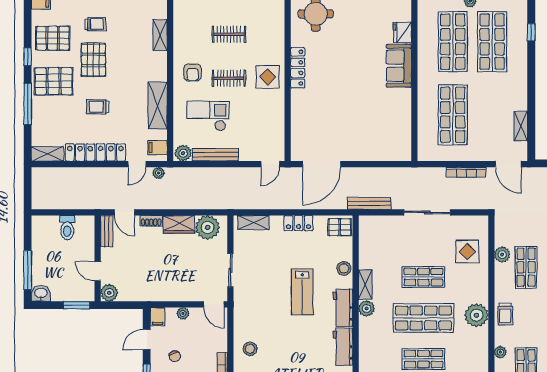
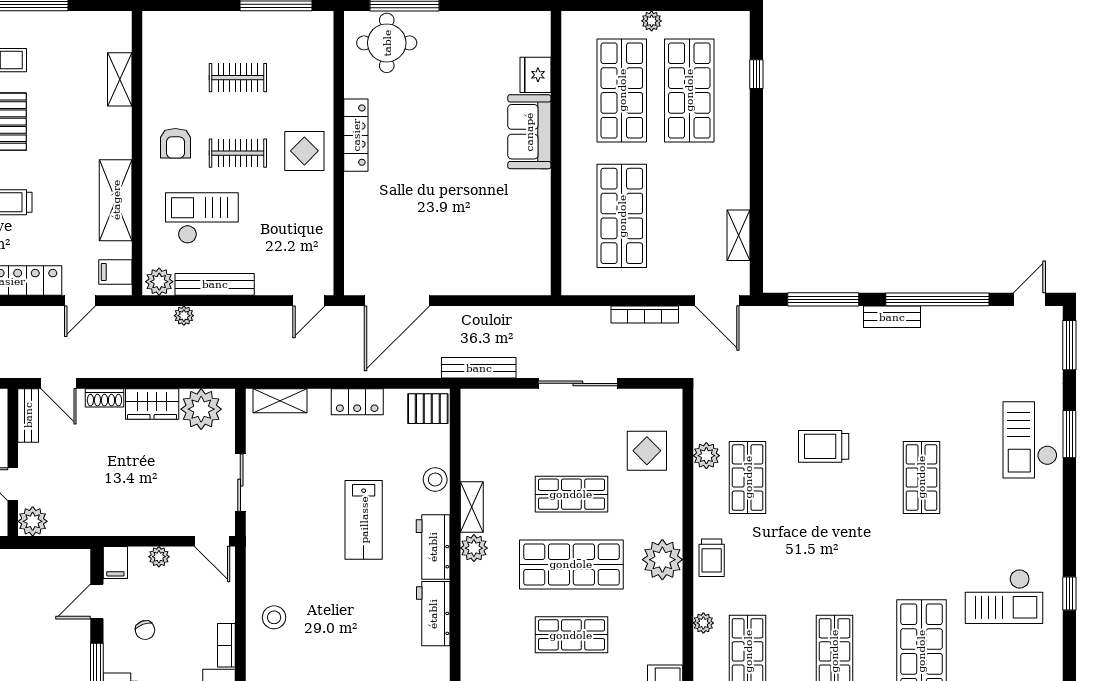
plant: (159, 173) -> (184, 316), moved

